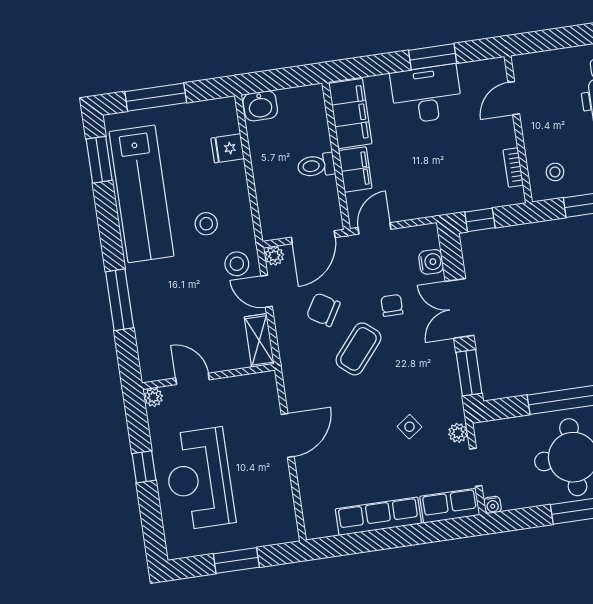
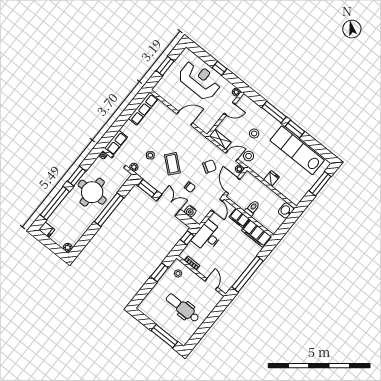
window: (433, 57) -> (248, 274), width x2.11
desk: (426, 94) -> (208, 236), moved, turned 180
fridge: (228, 148) -> (271, 178), moved
window: (99, 160) -> (295, 129), moved
stool: (206, 224) -> (254, 133), moved
coffee table: (358, 349) -> (172, 164), moved
door: (288, 435) -> (185, 118), swing flipped
row of seats: (378, 516) -> (143, 109), moved

